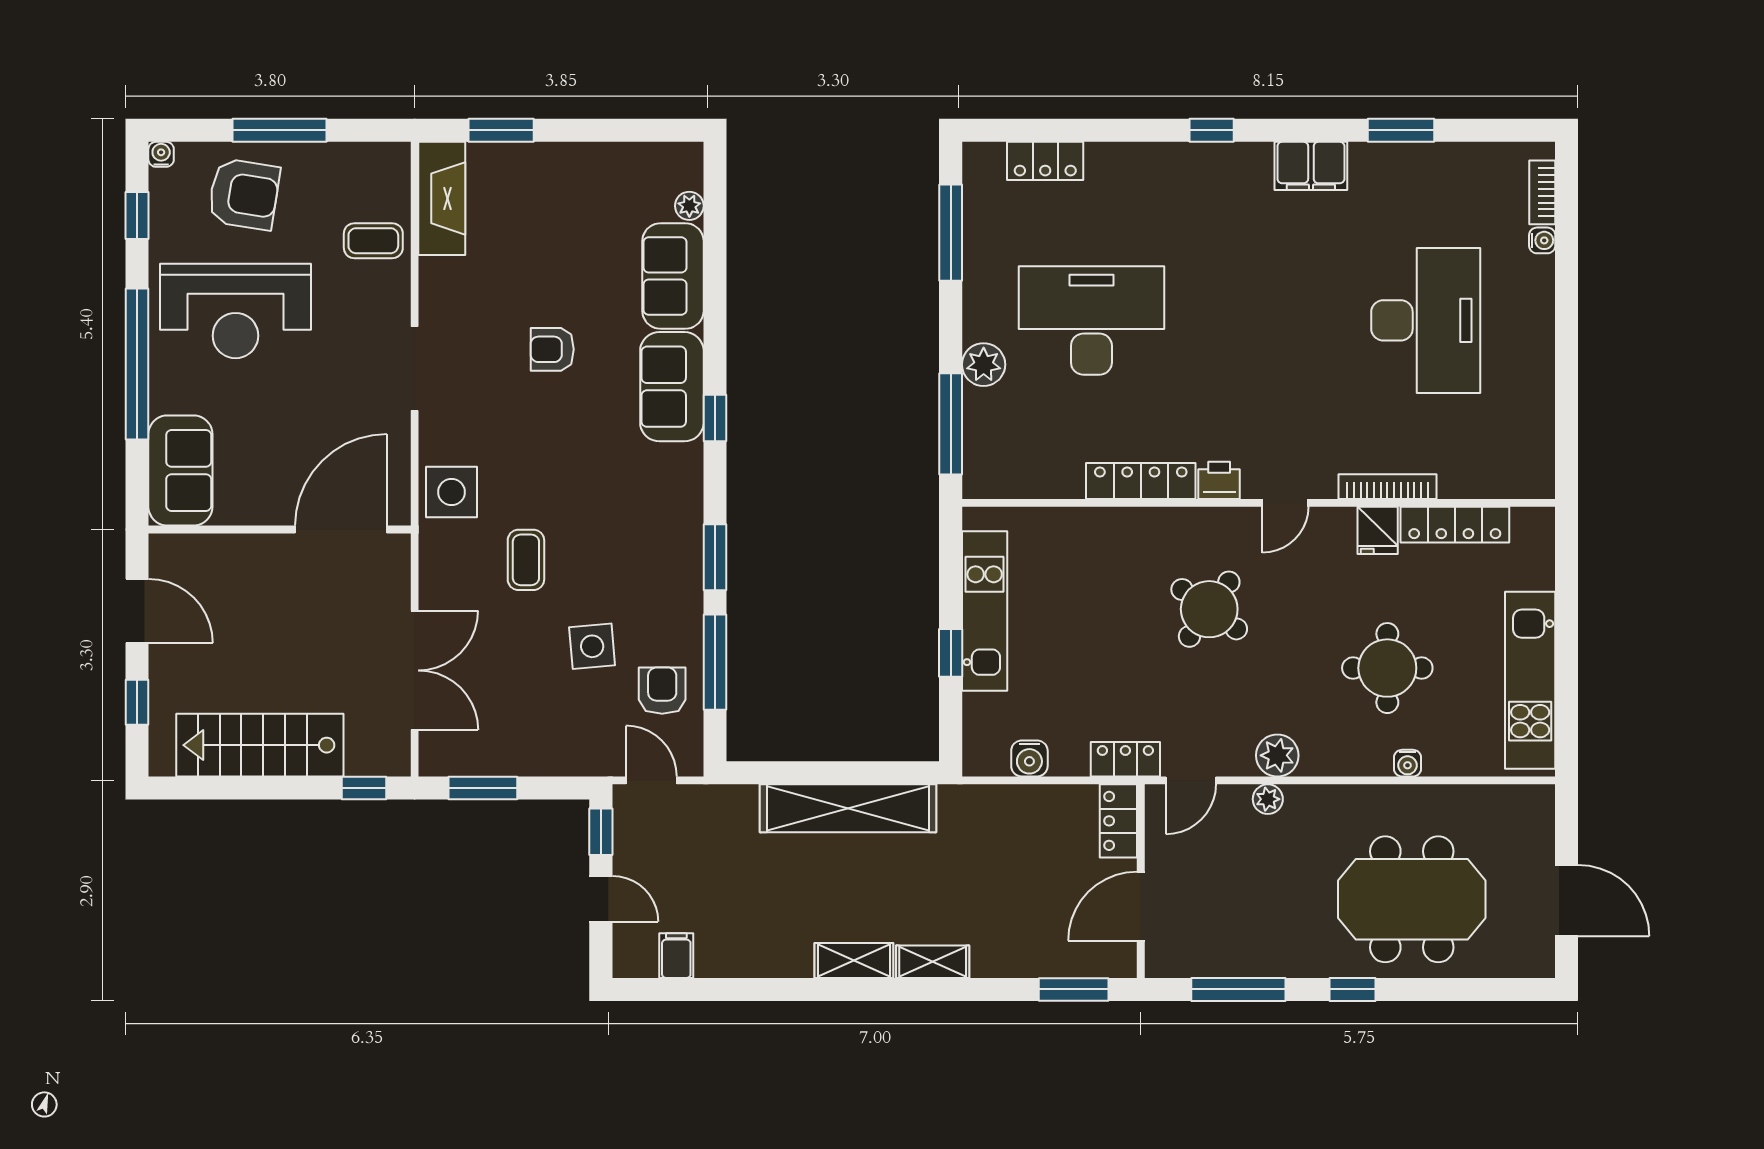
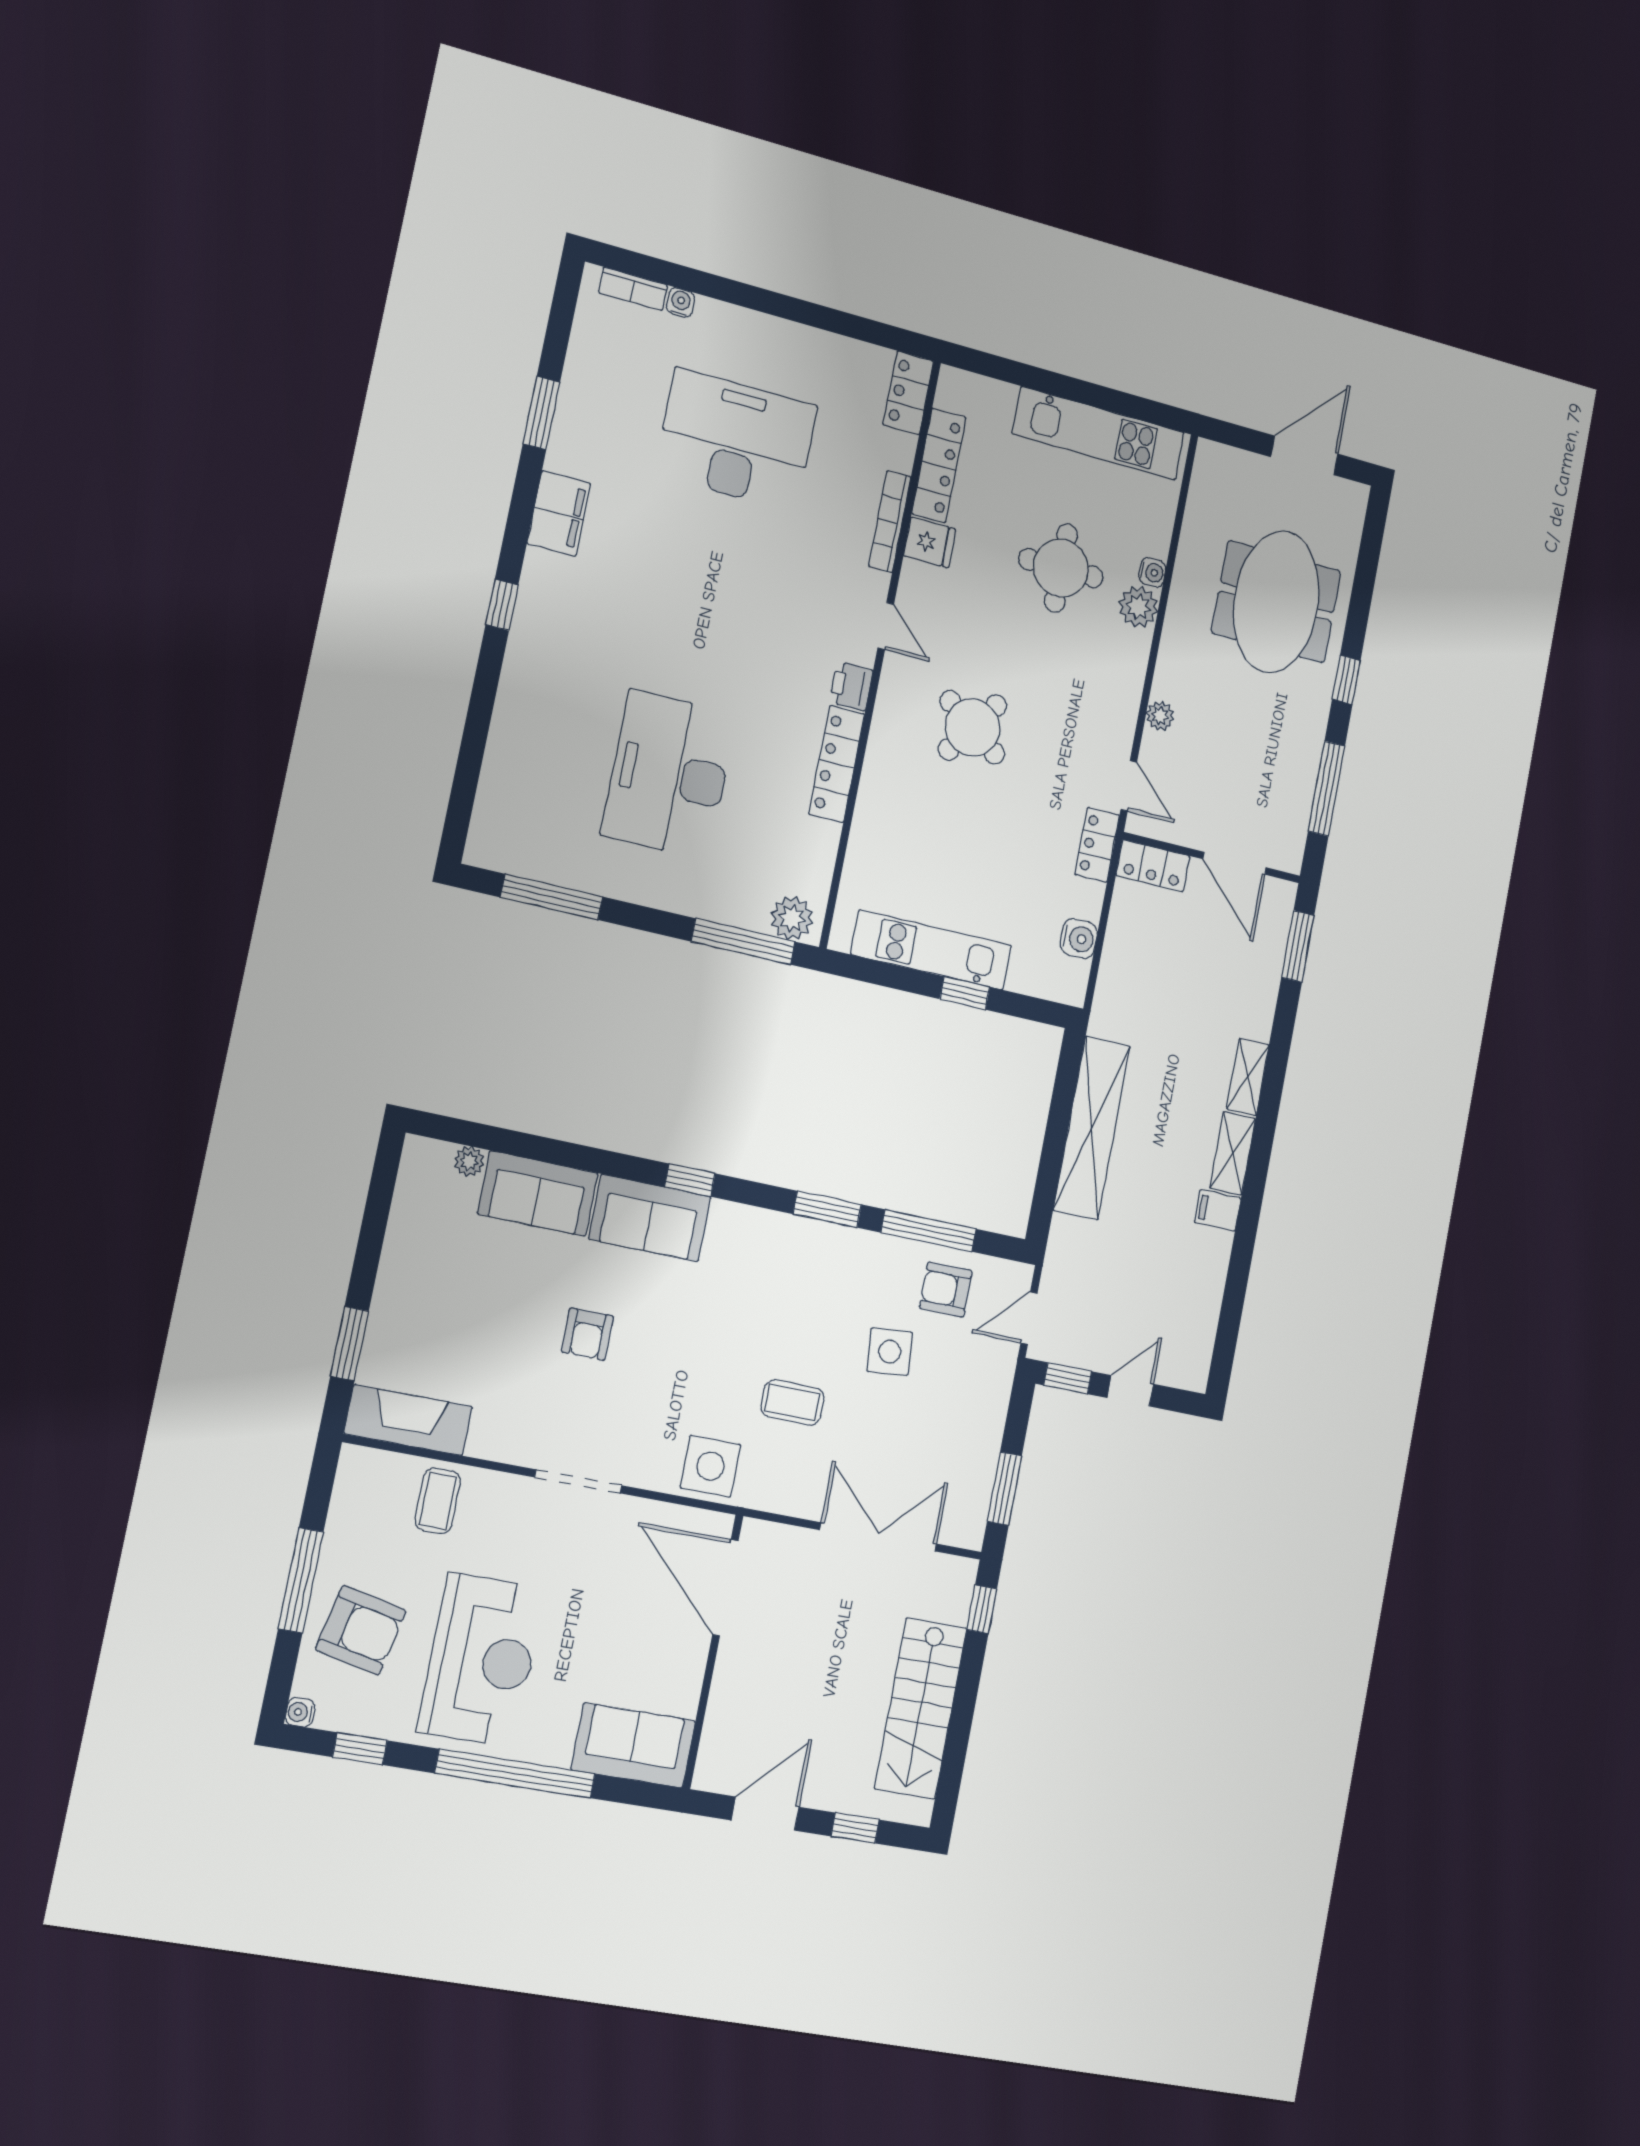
locker: (1045, 161) -> (908, 393), moved, turned 180
armchair: (244, 194) -> (361, 1630), turned 93
plant: (984, 365) -> (792, 918), moved
plant: (1277, 755) -> (1138, 607), moved
filing cabinet: (676, 956) -> (1218, 1210), moved

